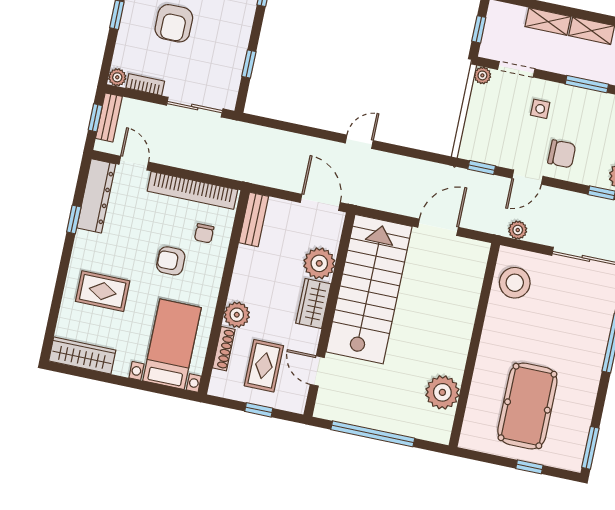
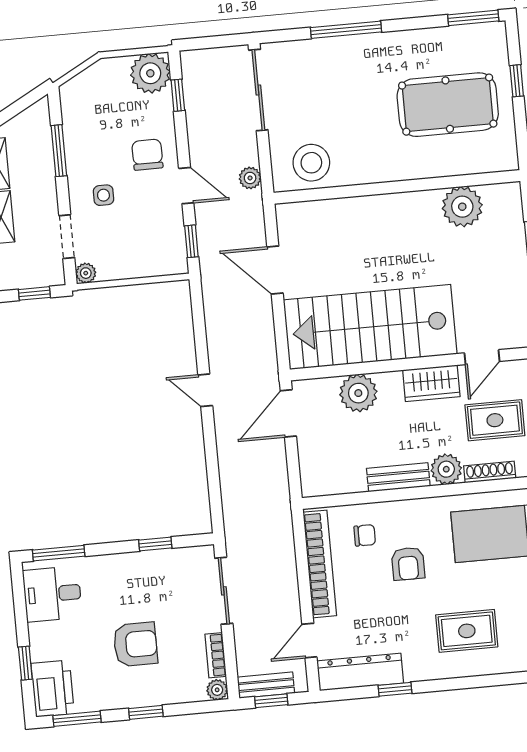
bench: (254, 220) -> (398, 477), moved
rug: (103, 291) -> (467, 631), turned 90
wardrobe: (313, 304) -> (431, 383), moved

